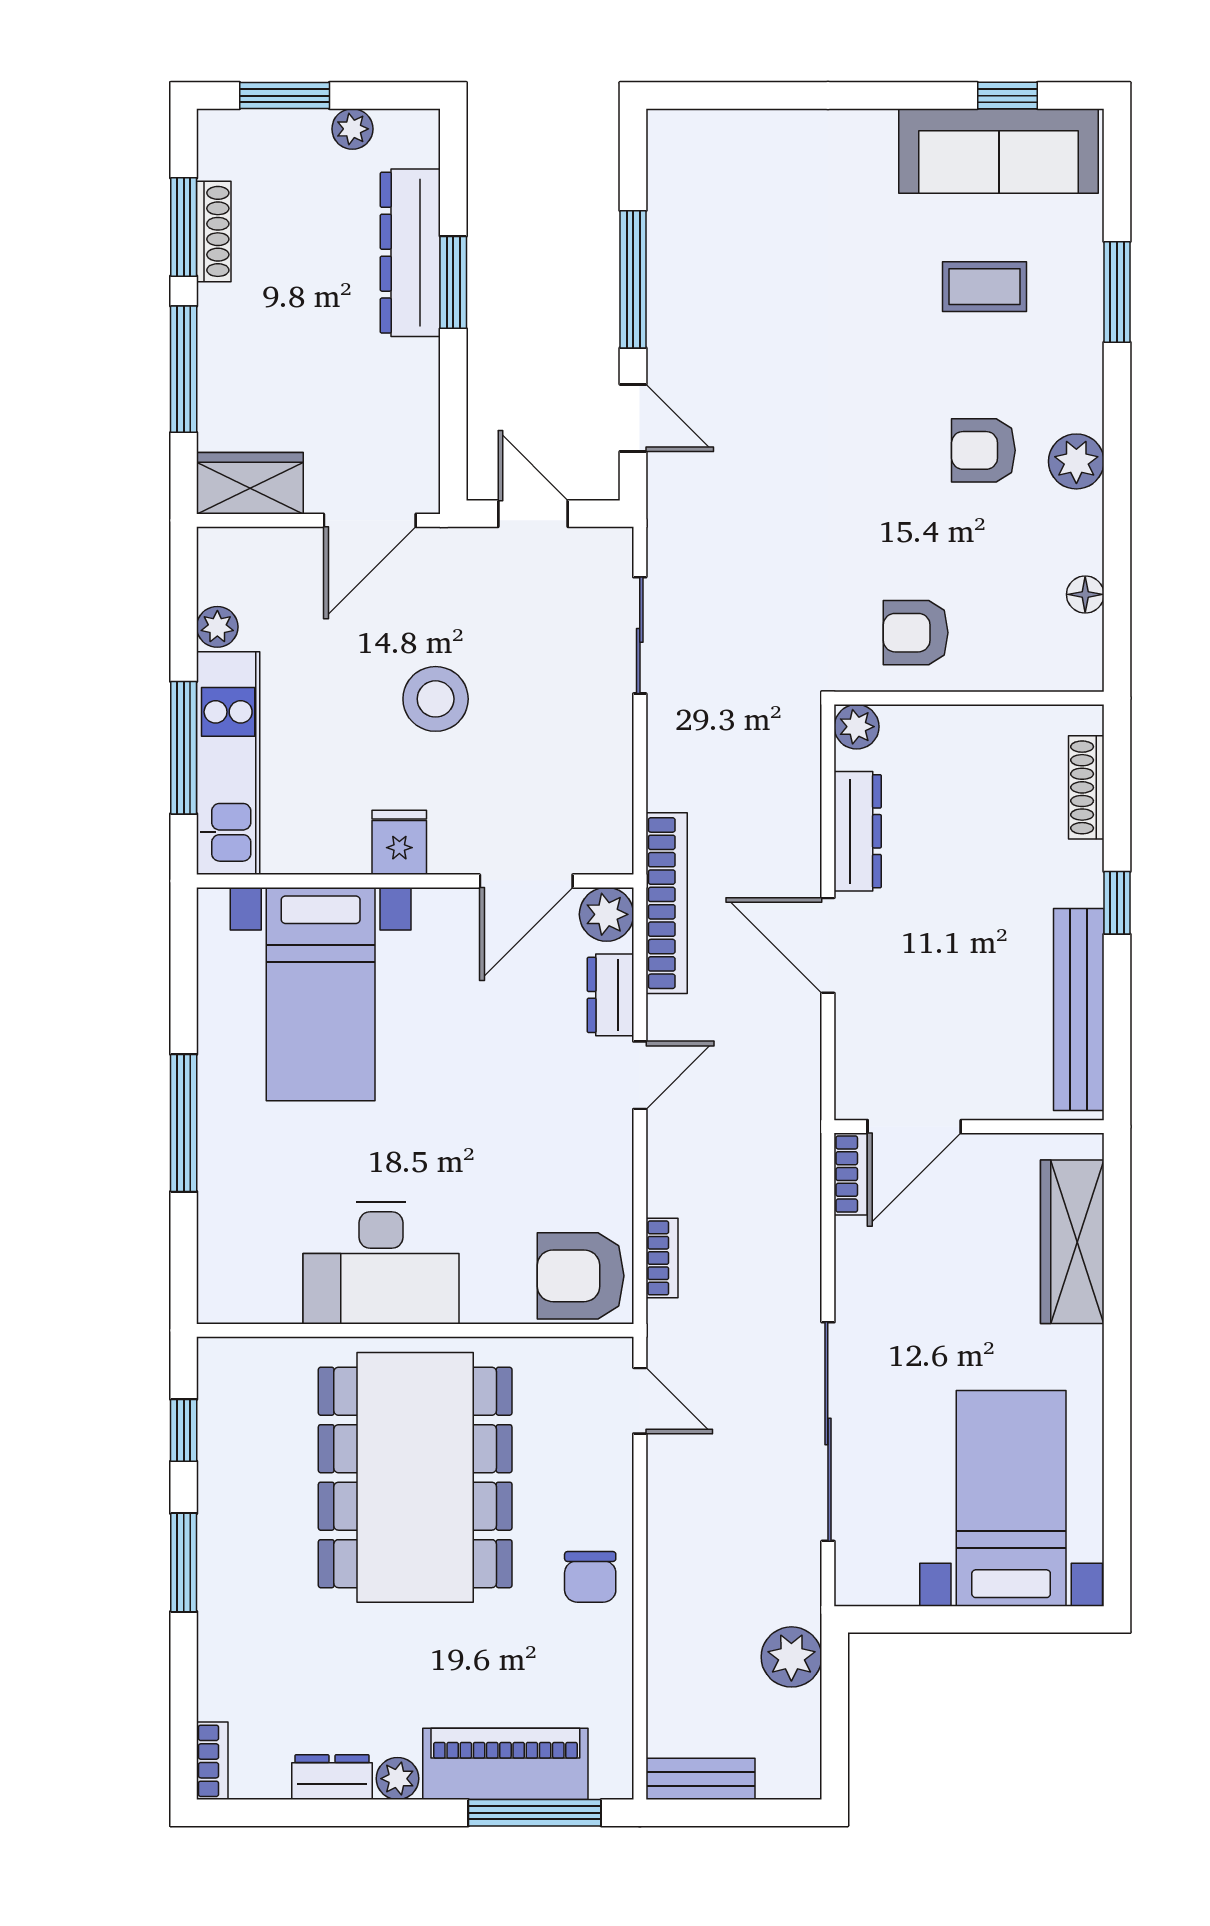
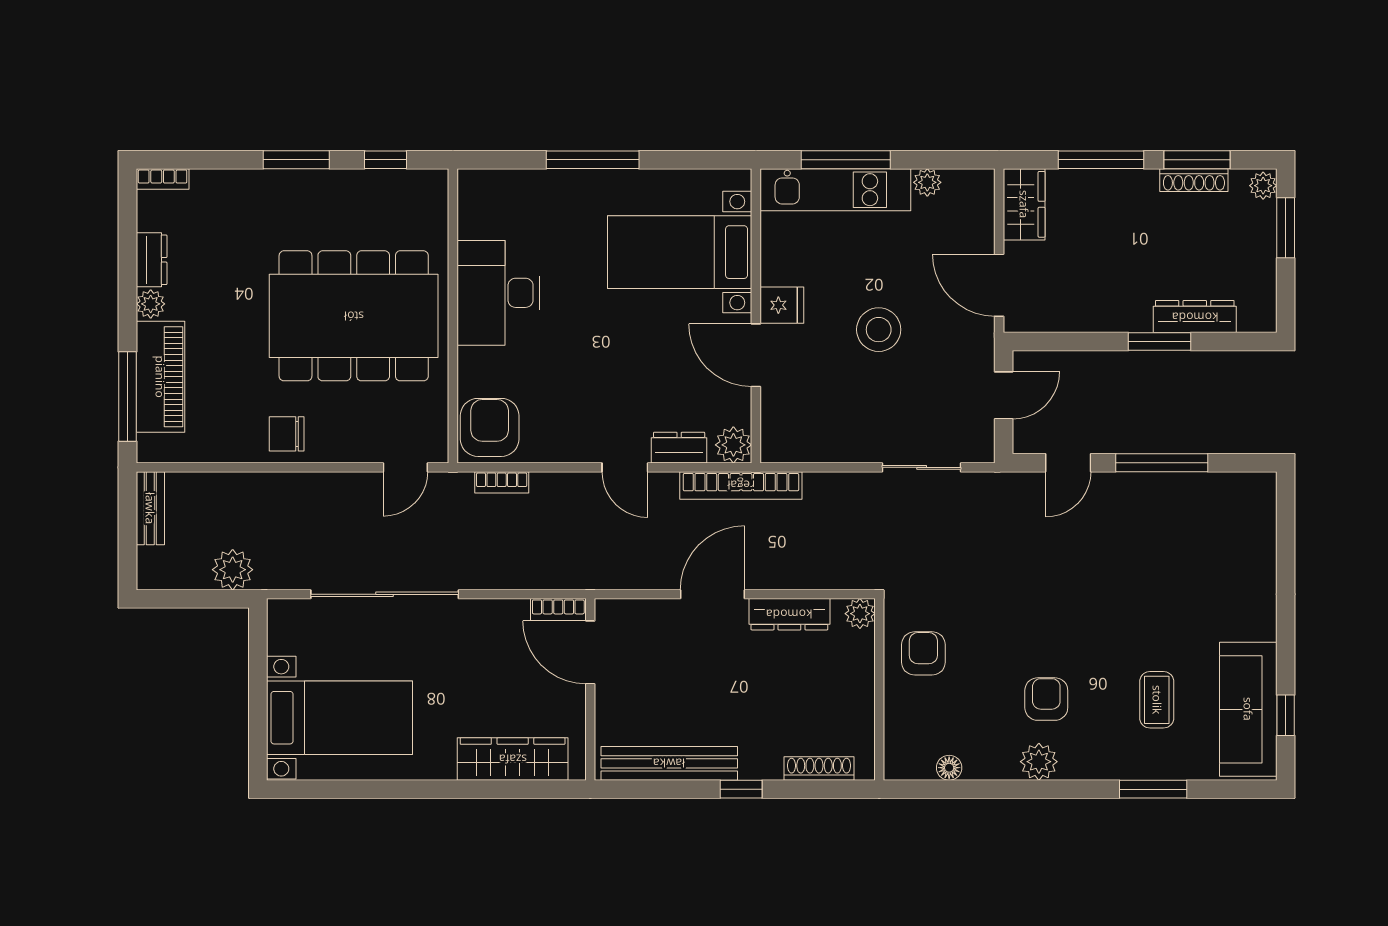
plant: (352, 129) -> (1263, 186), moved
dresser: (410, 253) -> (1195, 317), width x0.73, depth x0.80
door: (526, 881) -> (756, 355), moved

